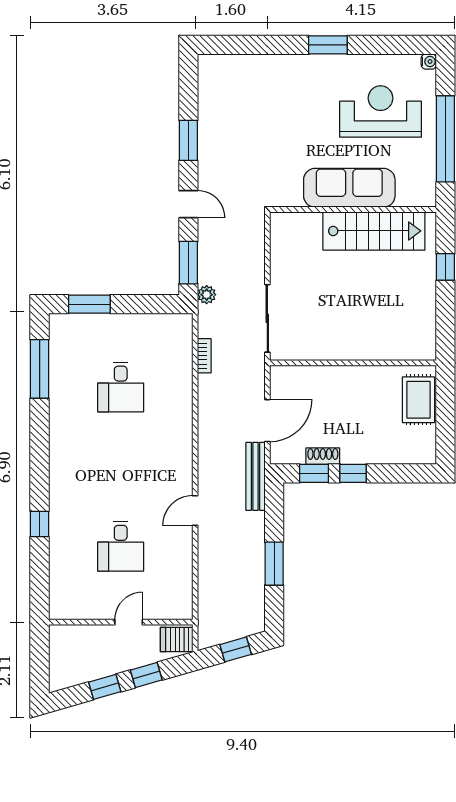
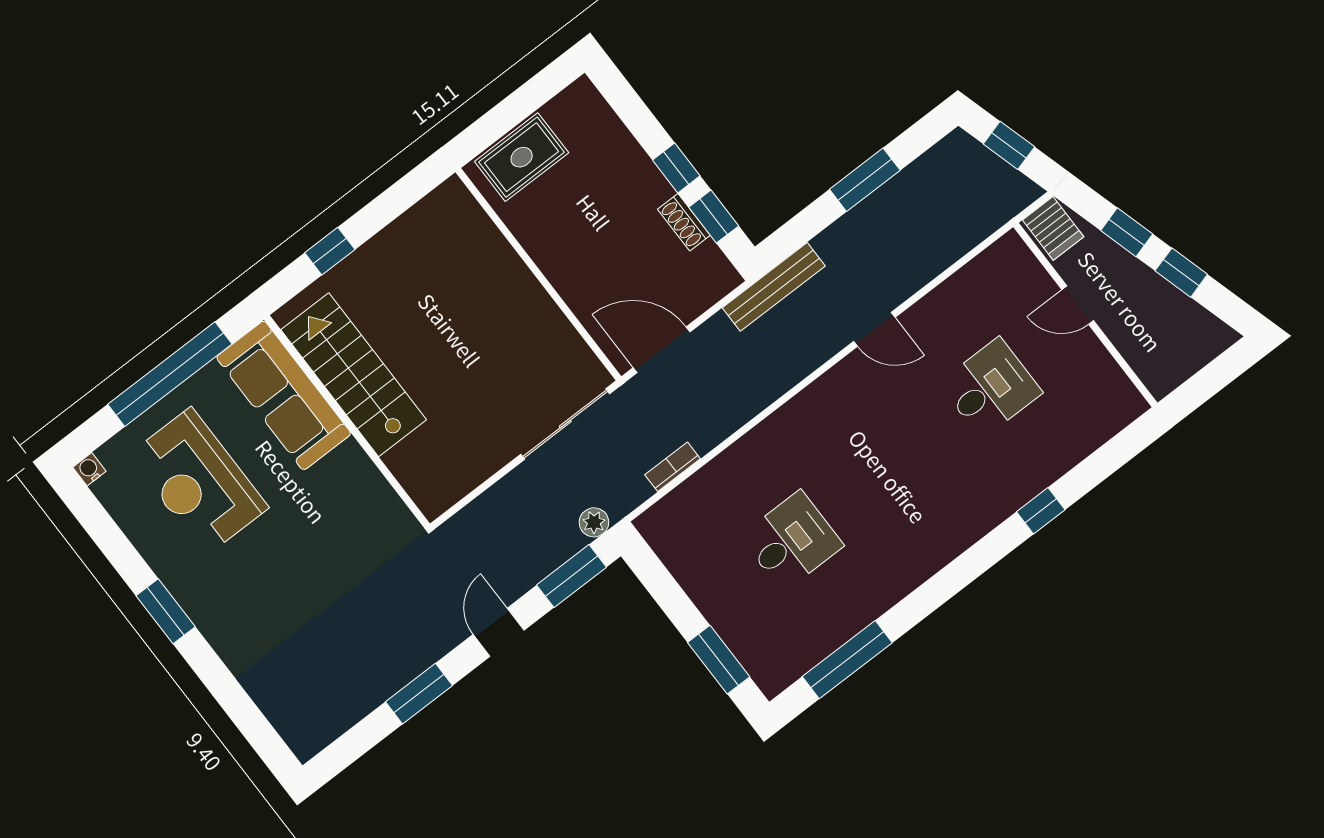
sofa: (349, 188) -> (284, 395), moved
door: (267, 421) -> (662, 350), moved

